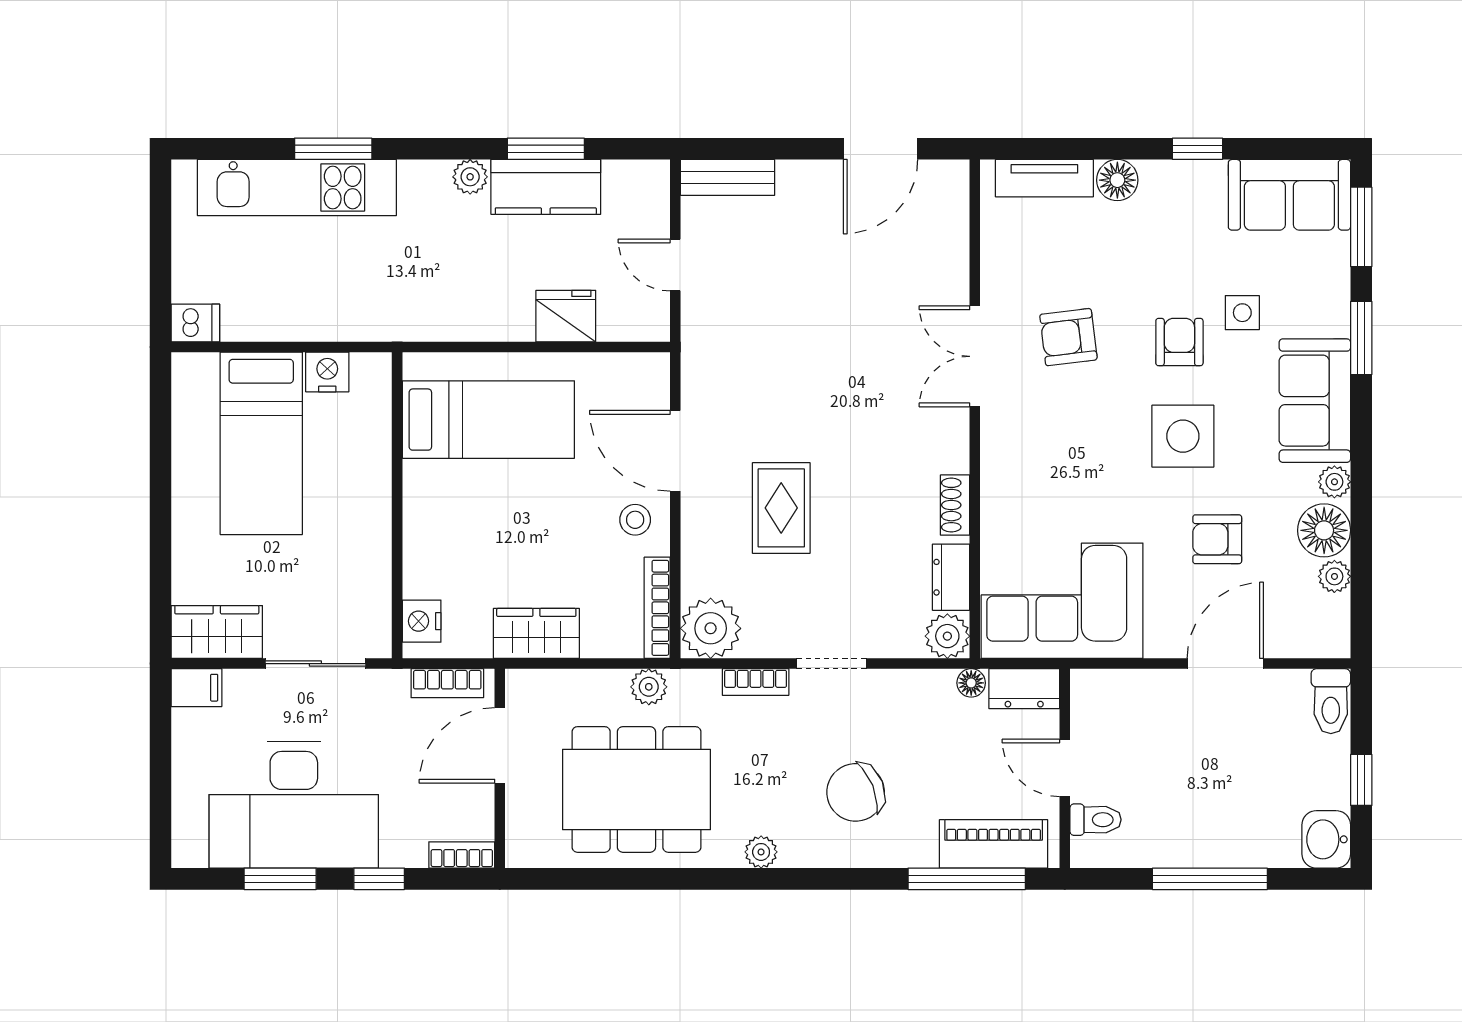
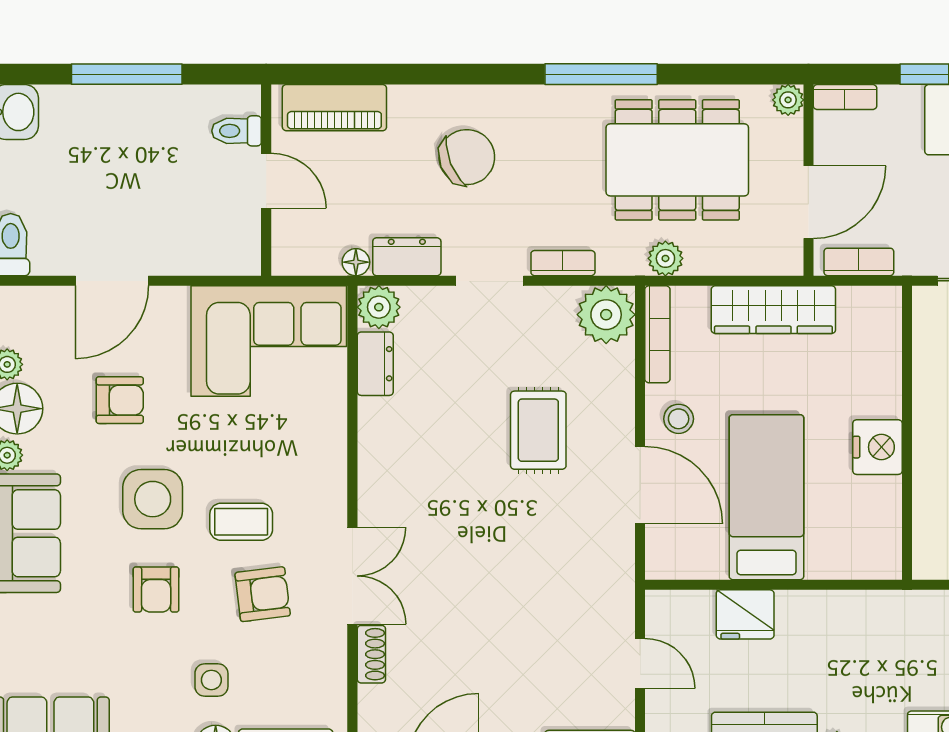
side table: (1242, 313) -> (211, 680), moved
coffee table: (1091, 413) -> (241, 522), added
bed: (488, 420) -> (766, 497), moved, turned 90
shoe rack: (955, 505) -> (371, 654), moved
nightstand: (422, 621) -> (877, 447), moved, width x1.36, depth x1.33
wardrobe: (536, 633) -> (773, 310), width x1.50
dresser: (1024, 689) -> (407, 257), moved
plant: (761, 852) -> (788, 100), moved
window: (967, 879) -> (601, 74), moved

